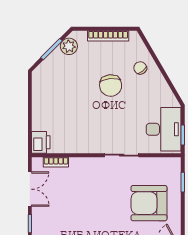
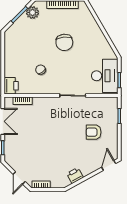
chair: (140, 68) -> (41, 70), moved
armchair: (149, 203) -> (94, 132), width x0.53, depth x0.53

